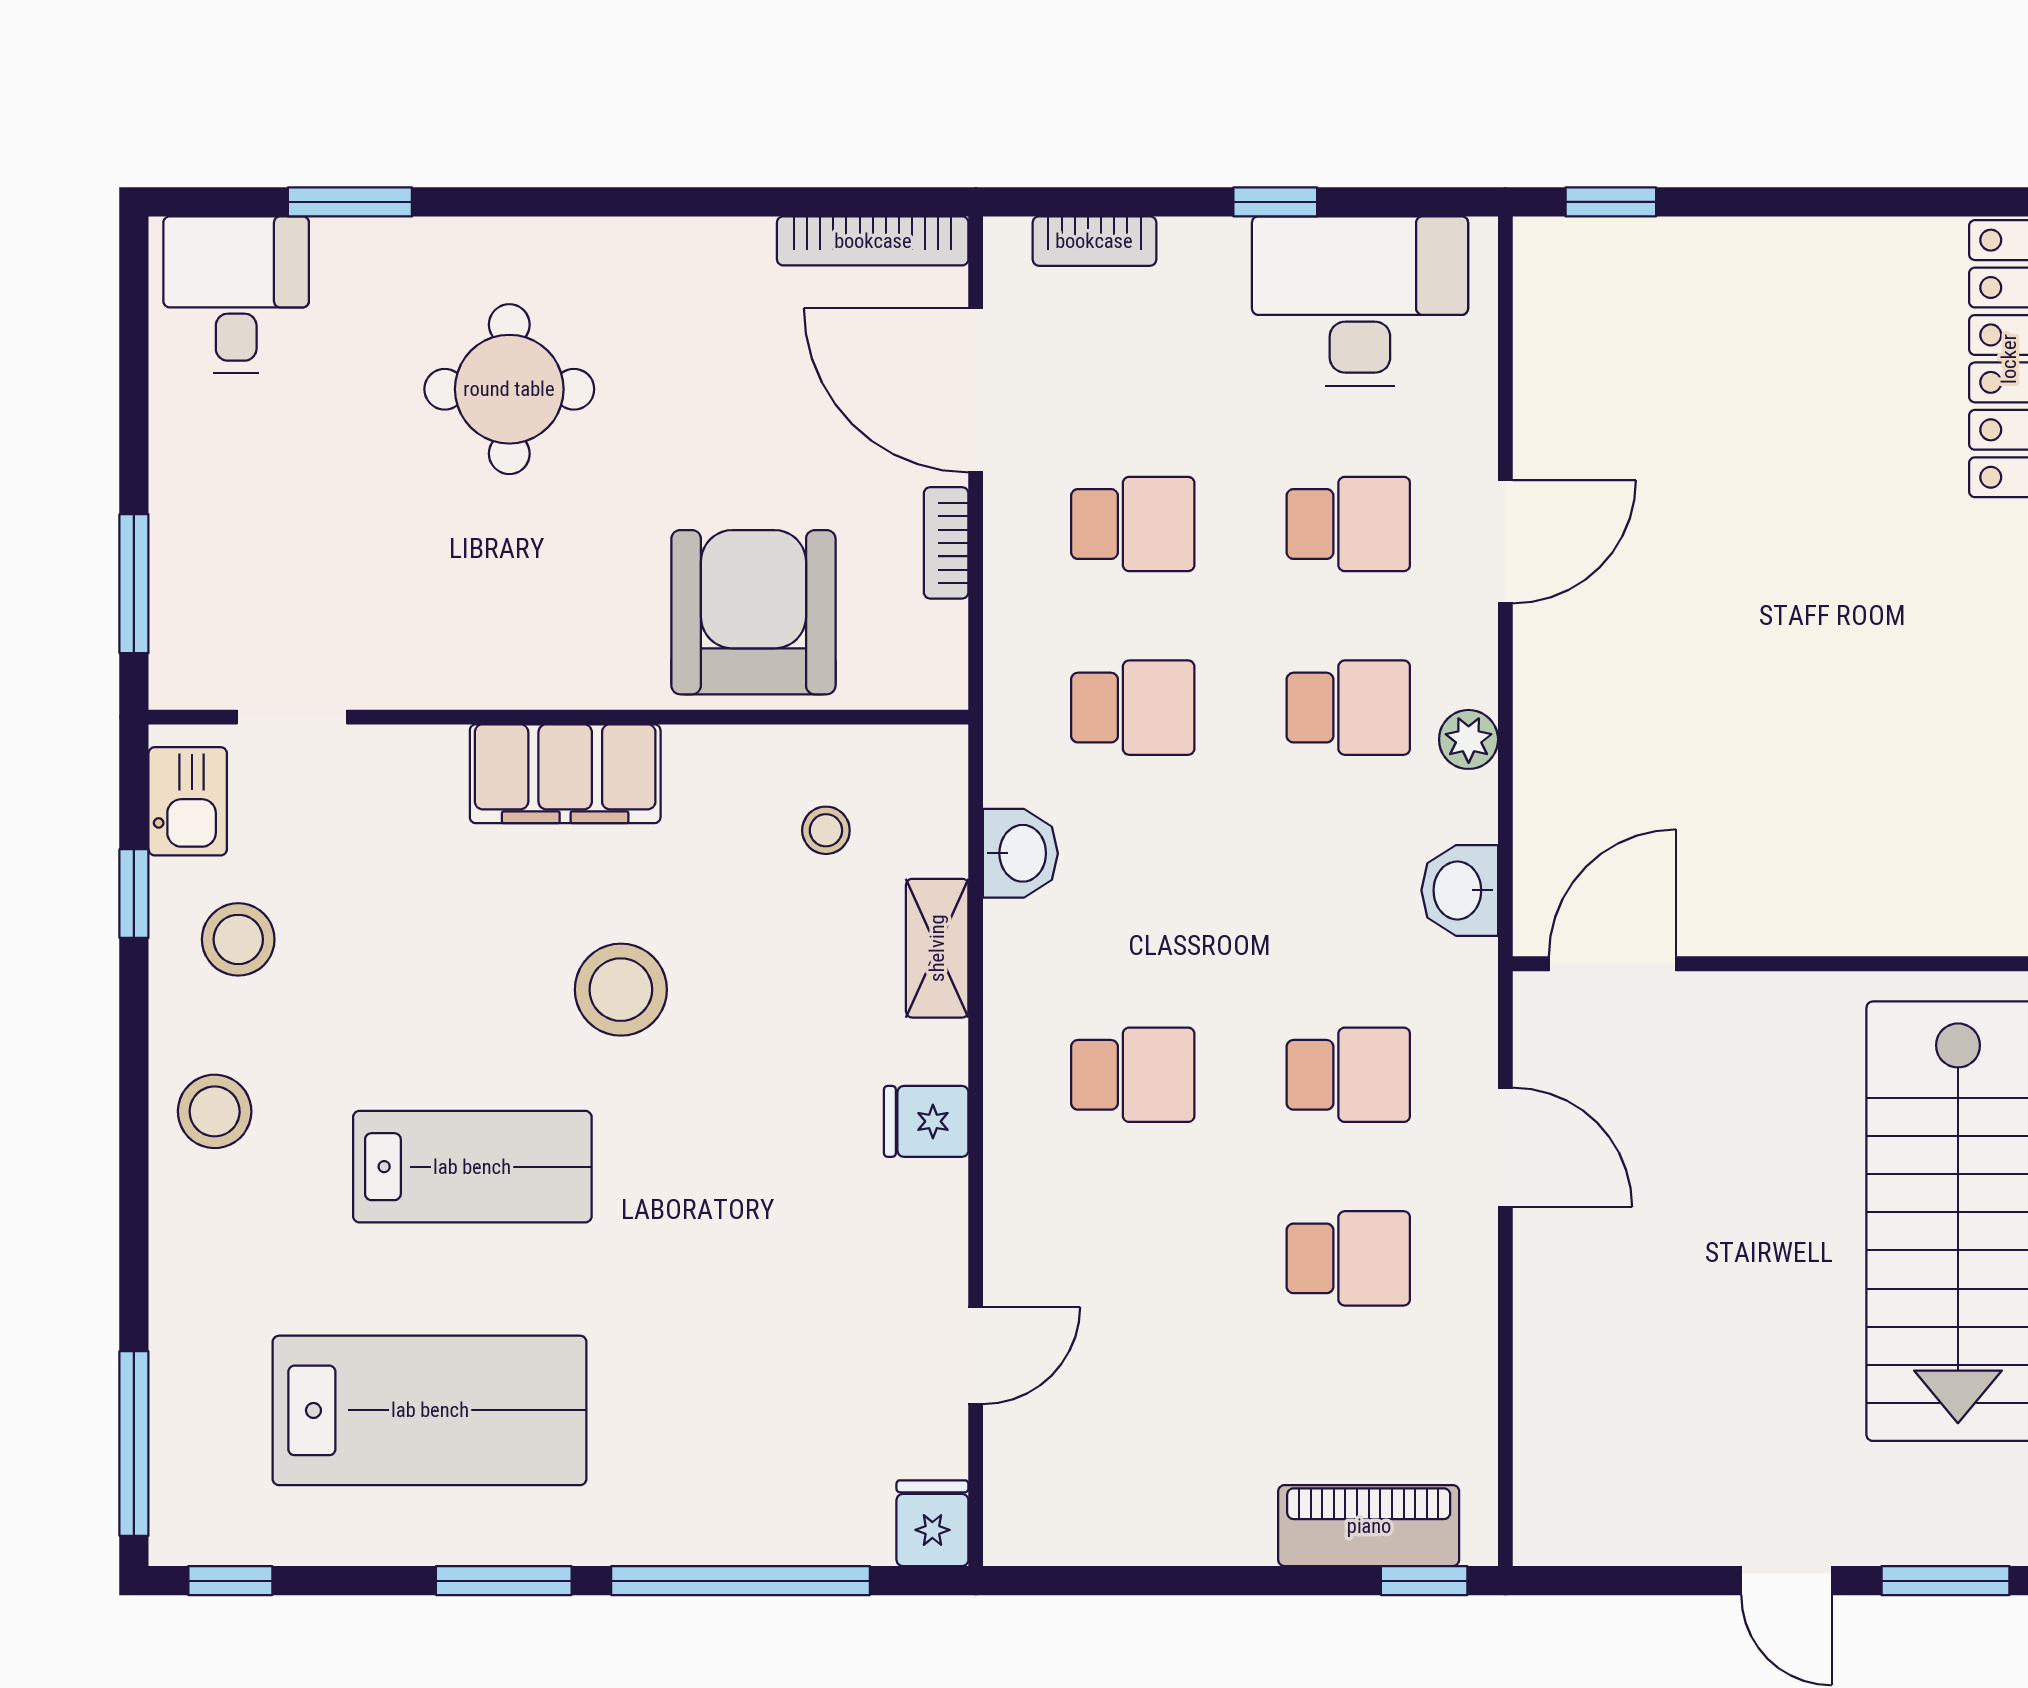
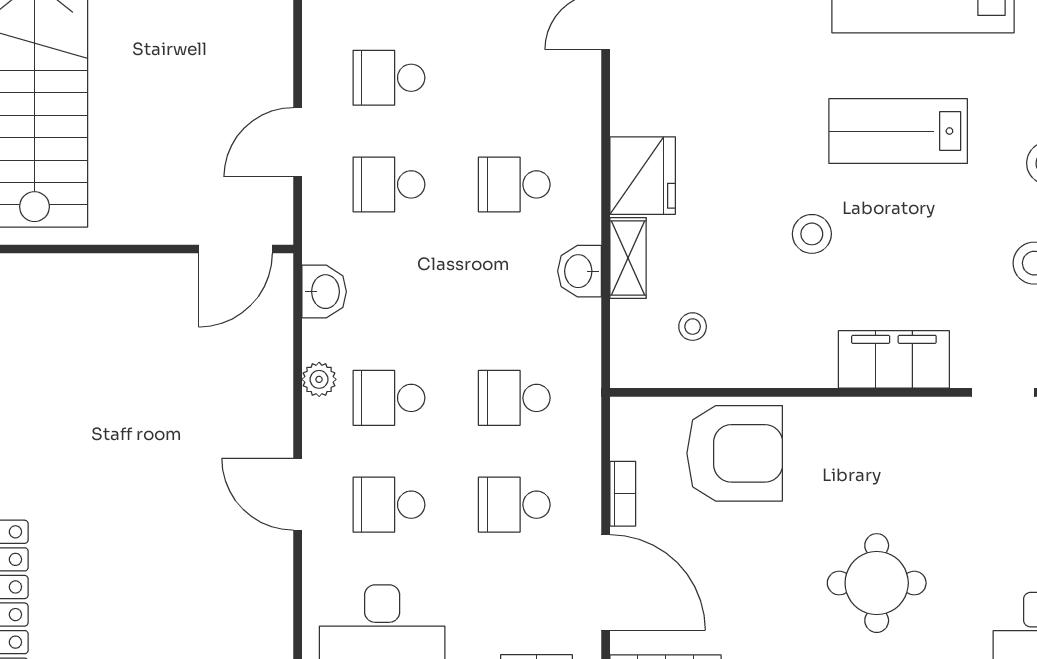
door: (1505, 542) -> (298, 494), hinge flipped
armchair: (753, 612) -> (735, 453), turned -90
filing cabinet: (565, 774) -> (894, 359), moved
washbasin: (1020, 853) -> (580, 271), moved
stool: (621, 990) -> (812, 234), width x0.73, depth x0.73
fridge: (926, 1121) -> (643, 176), width x1.88, depth x1.34
door: (1505, 1147) -> (298, 142), hinge flipped

